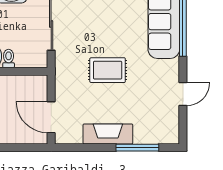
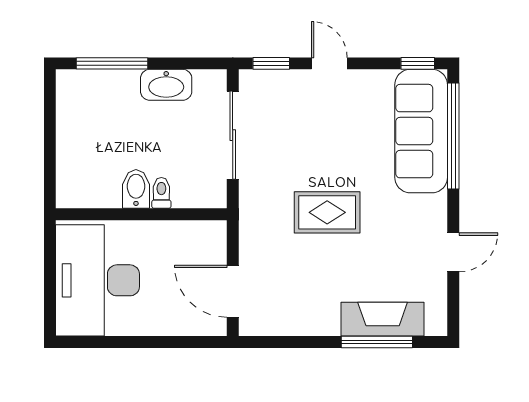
fireplace: (108, 134) -> (383, 319), moved

